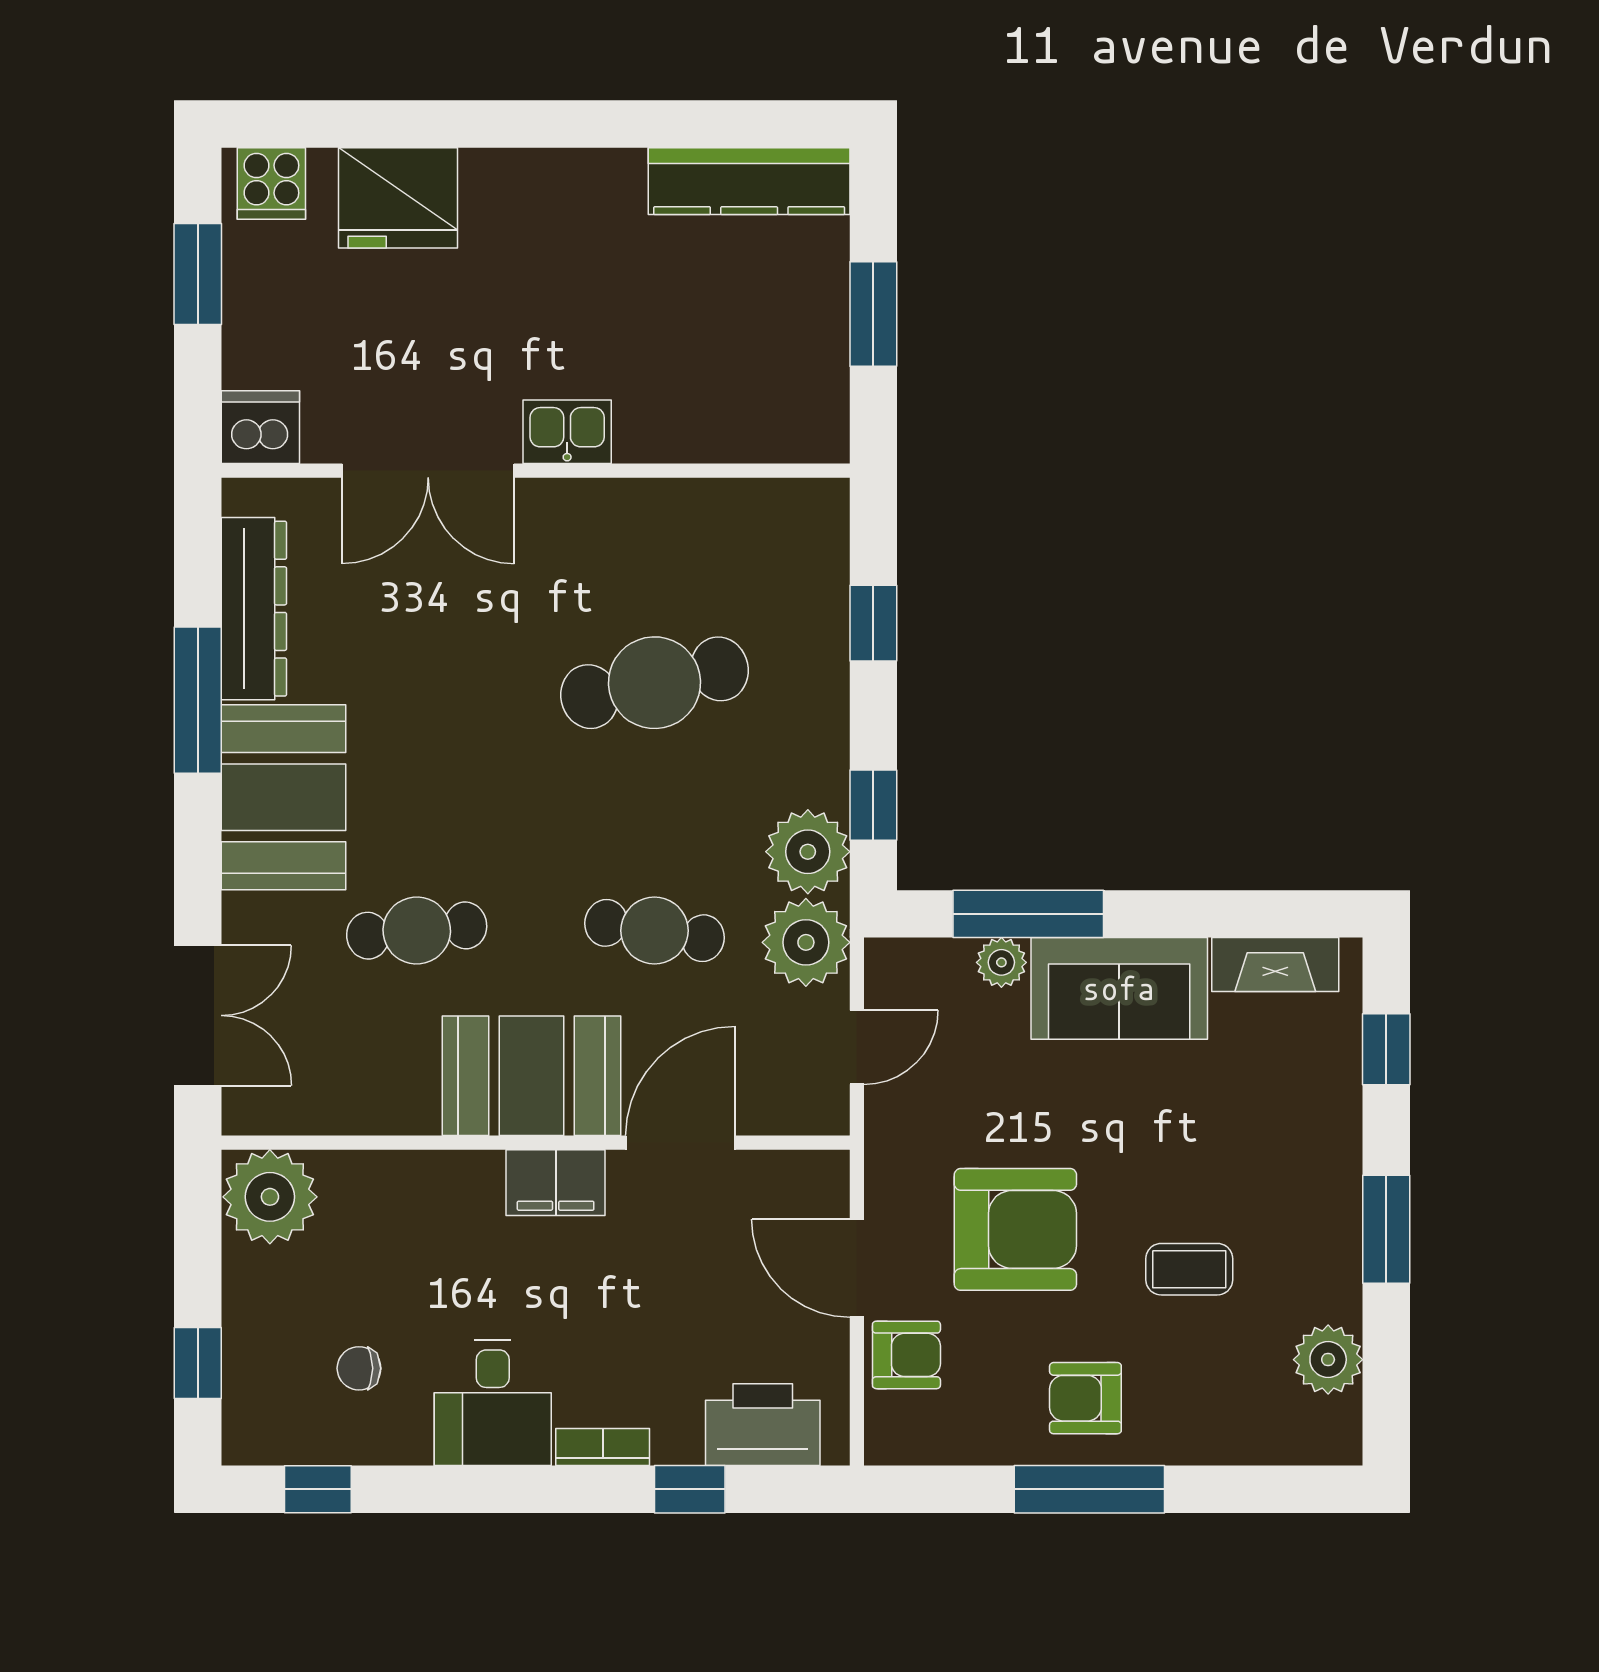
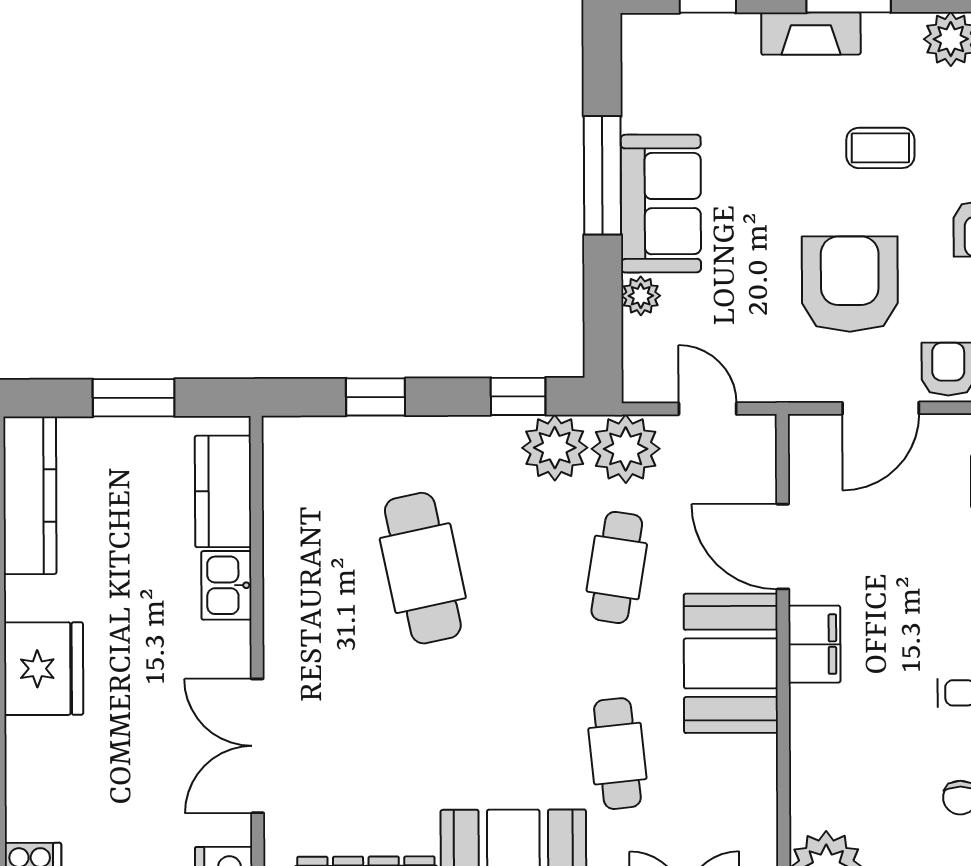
fridge: (398, 198) -> (44, 669), moved
kitchen counter: (753, 428) -> (223, 491), added
kitchen sink: (567, 432) -> (226, 585), moved
double door: (428, 471) -> (257, 746), swing flipped
window: (1028, 914) -> (602, 175), moved
fireplace: (1275, 965) -> (811, 34), moved, turned 90
coffee table: (1189, 1269) -> (880, 148), turned 90

